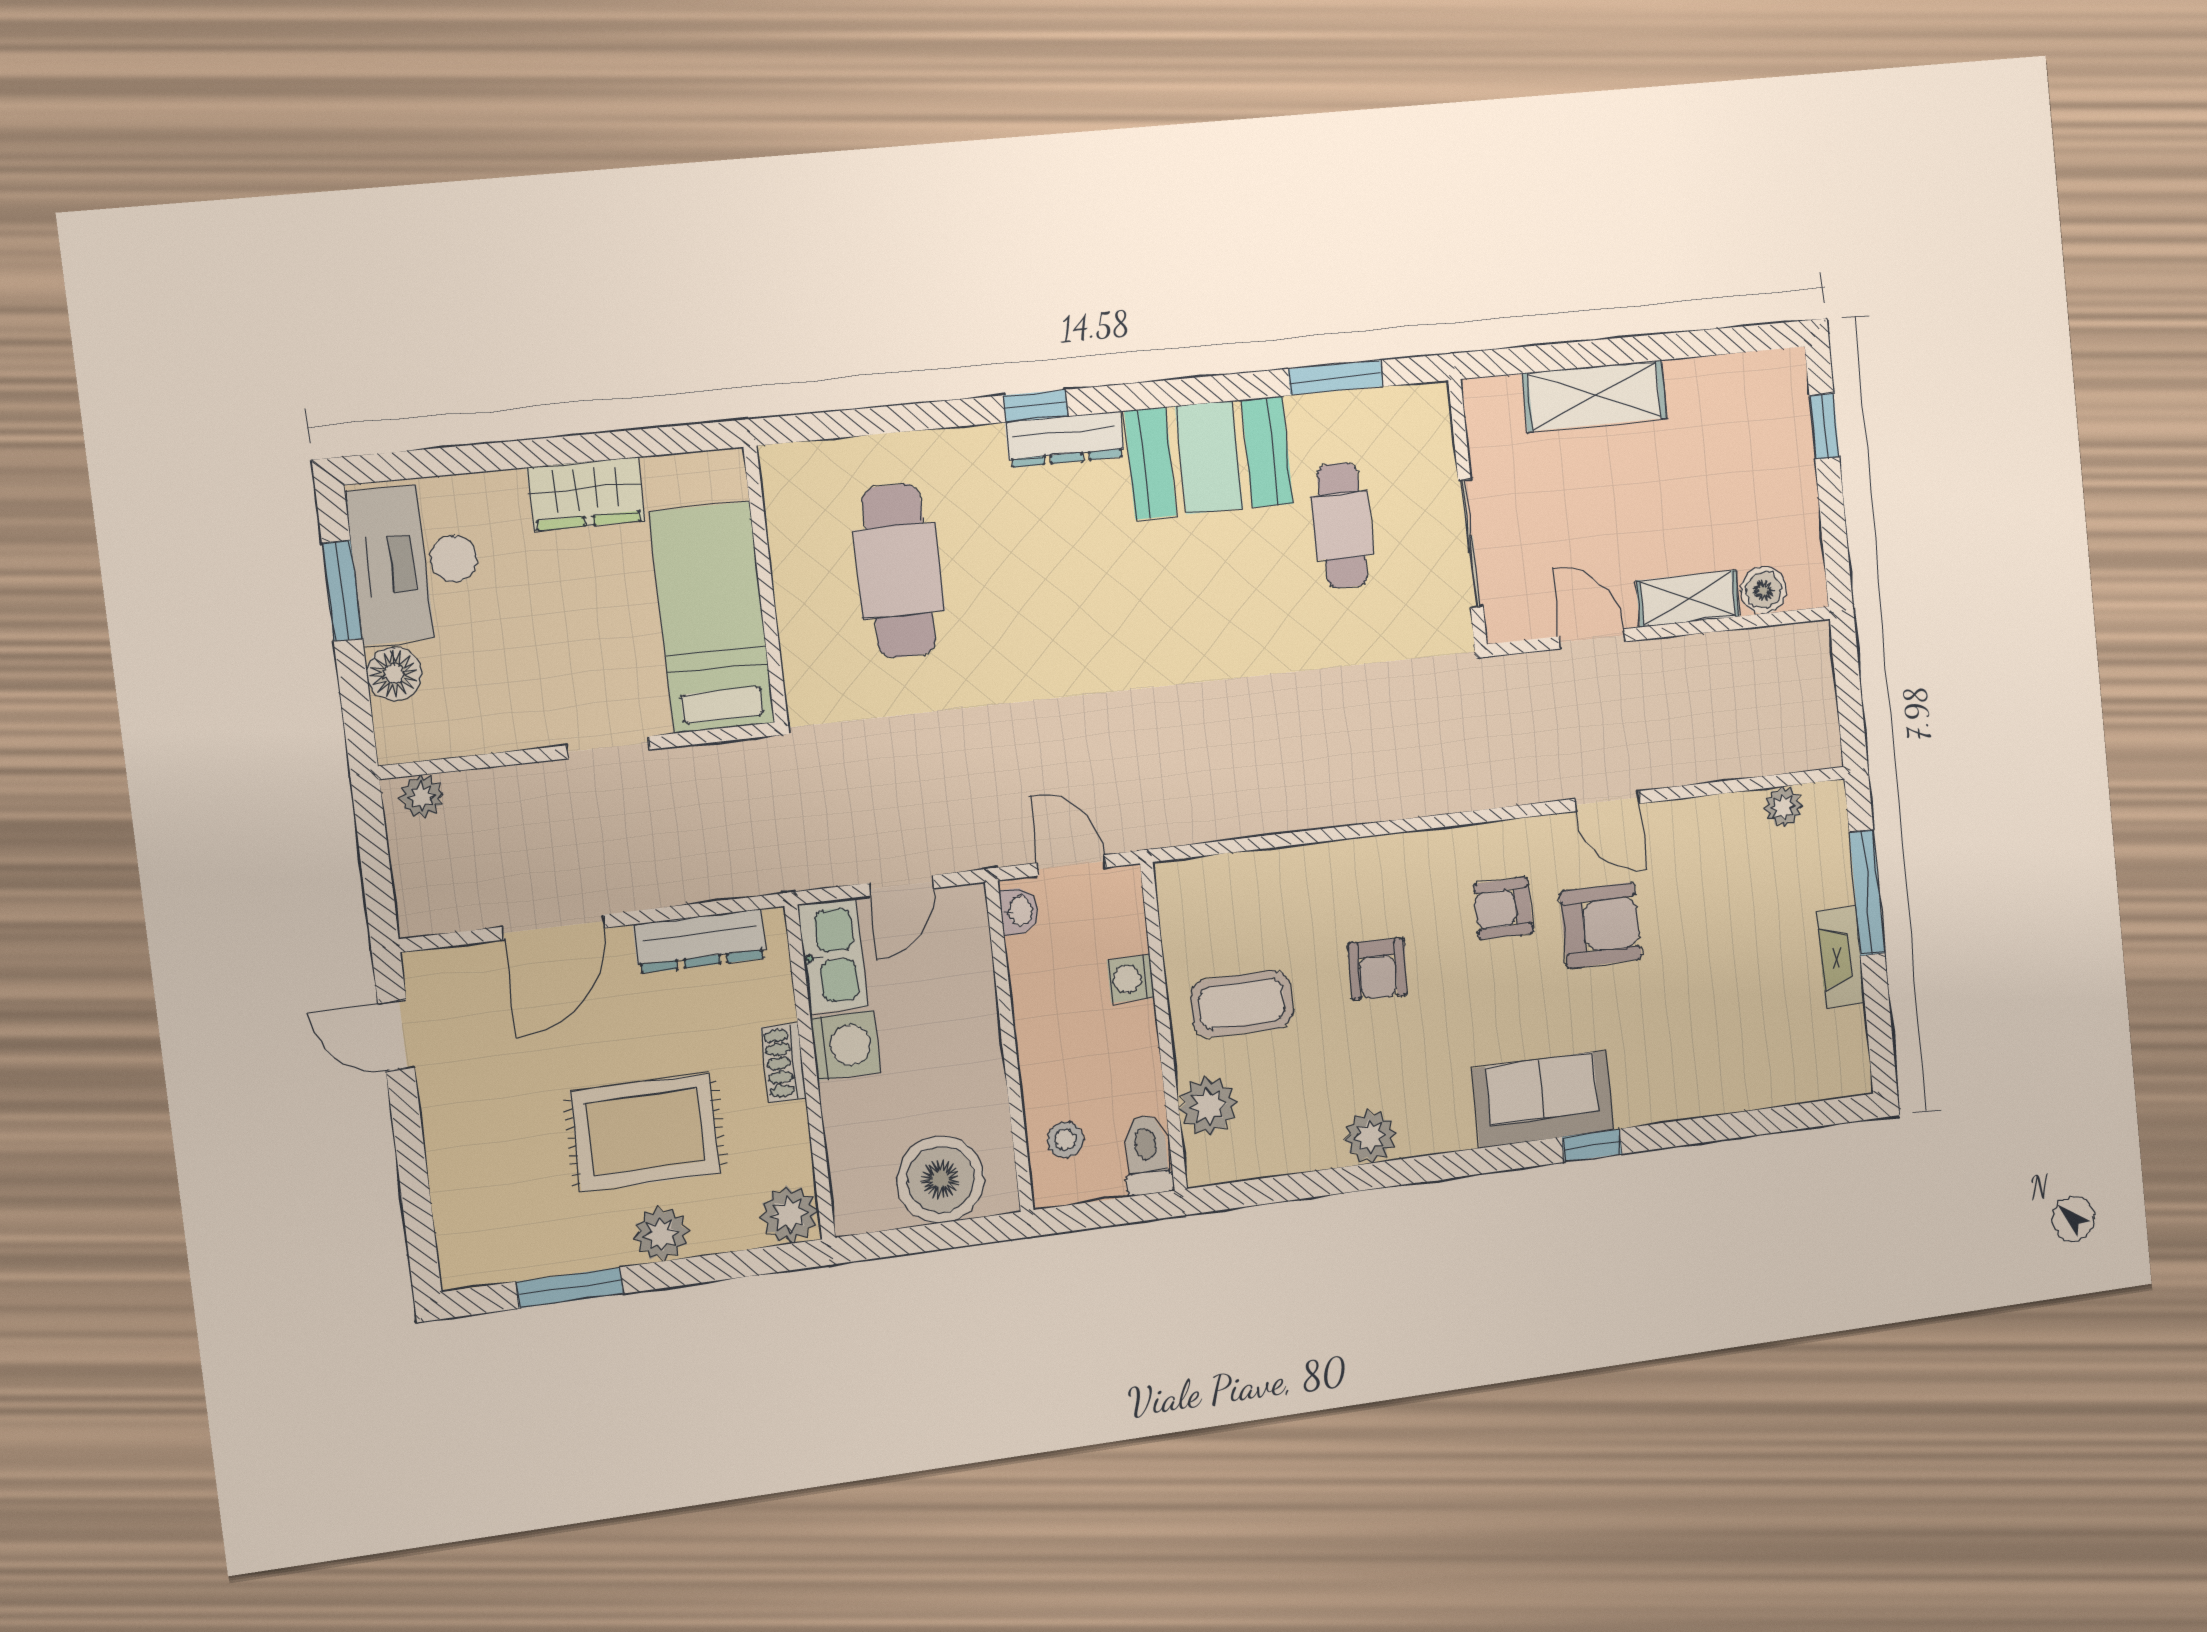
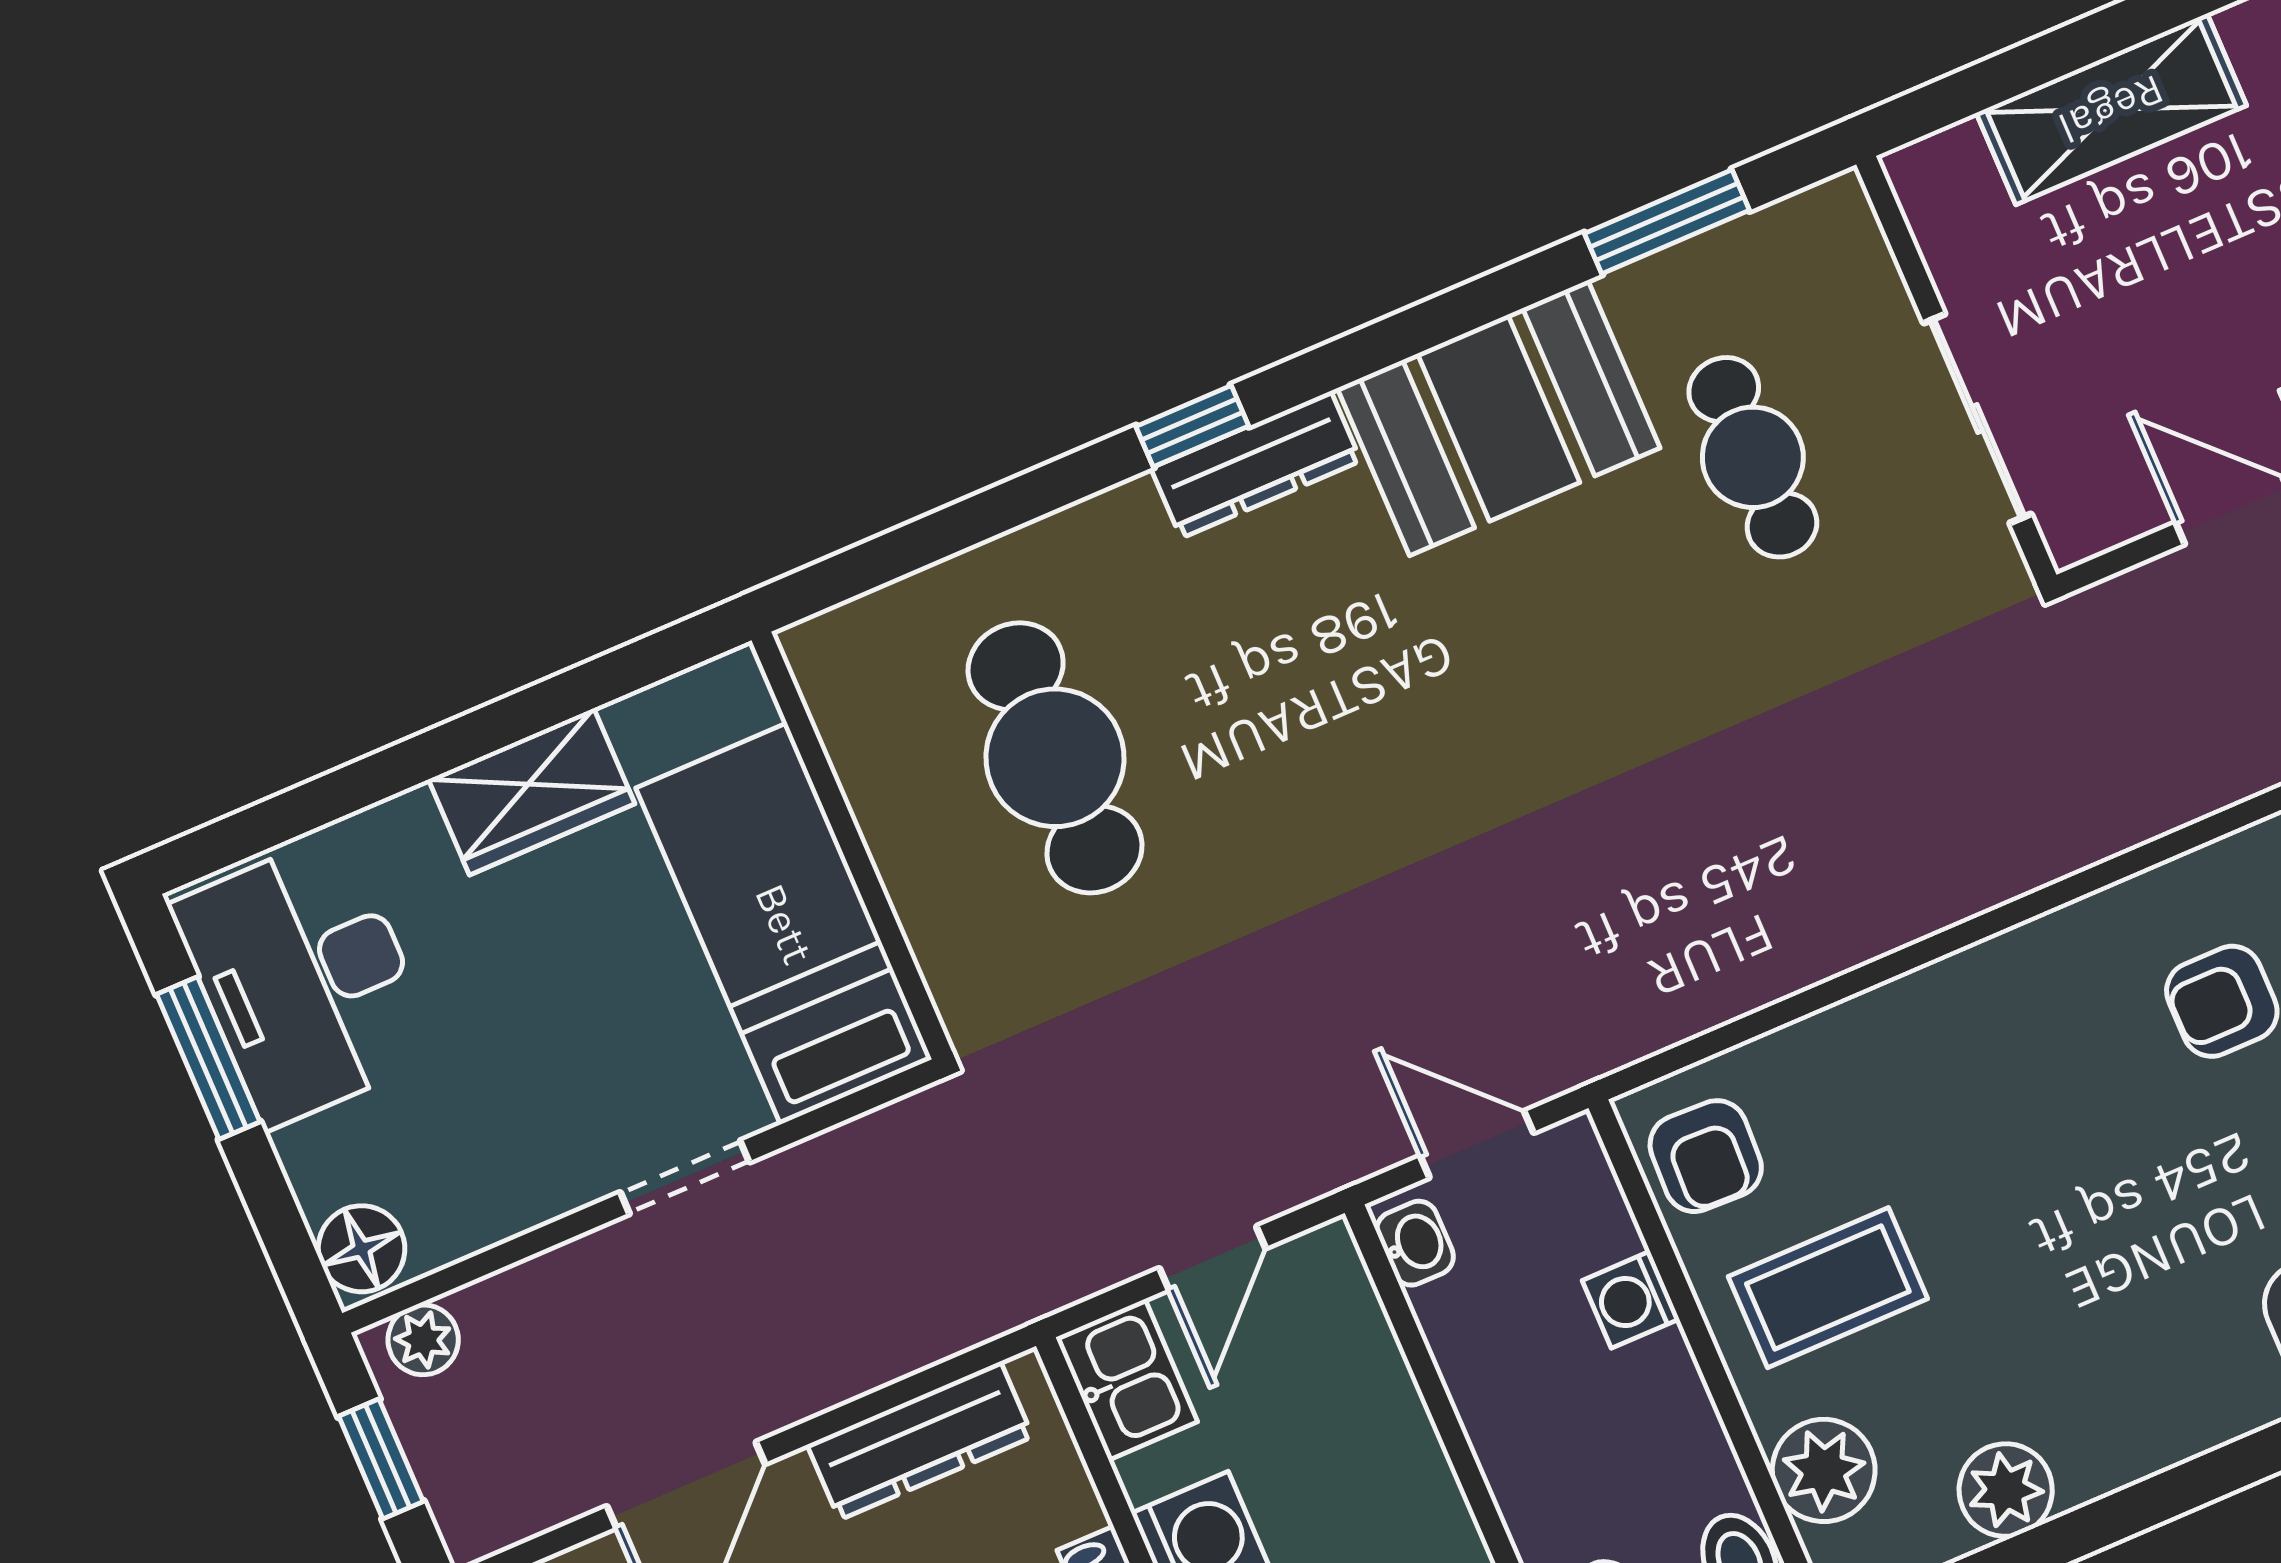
floor lamp: (394, 674) -> (362, 1249), moved
window: (375, 859) -> (381, 1459), added
kitchen sink: (833, 956) -> (1127, 1380), width x0.73
armchair: (1378, 969) -> (1706, 1156), moved
plant: (1370, 1136) -> (2006, 1490), moved

